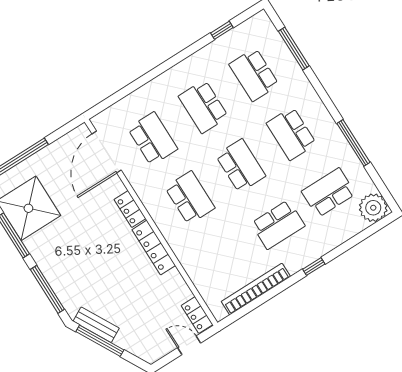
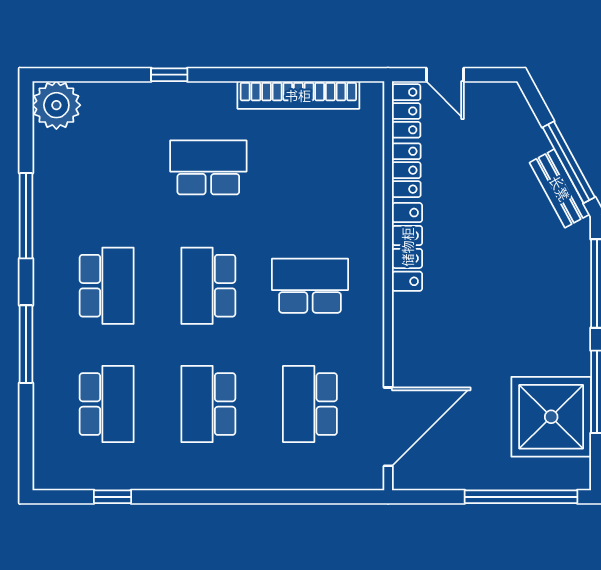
window: (294, 48) -> (26, 344), moved
school desk: (203, 107) -> (208, 404), turned 180
school desk: (329, 193) -> (107, 167), removed
school desk: (190, 198) -> (310, 286), turned 90
locker: (130, 209) -> (406, 170), moved
window: (314, 267) -> (169, 75), moved

